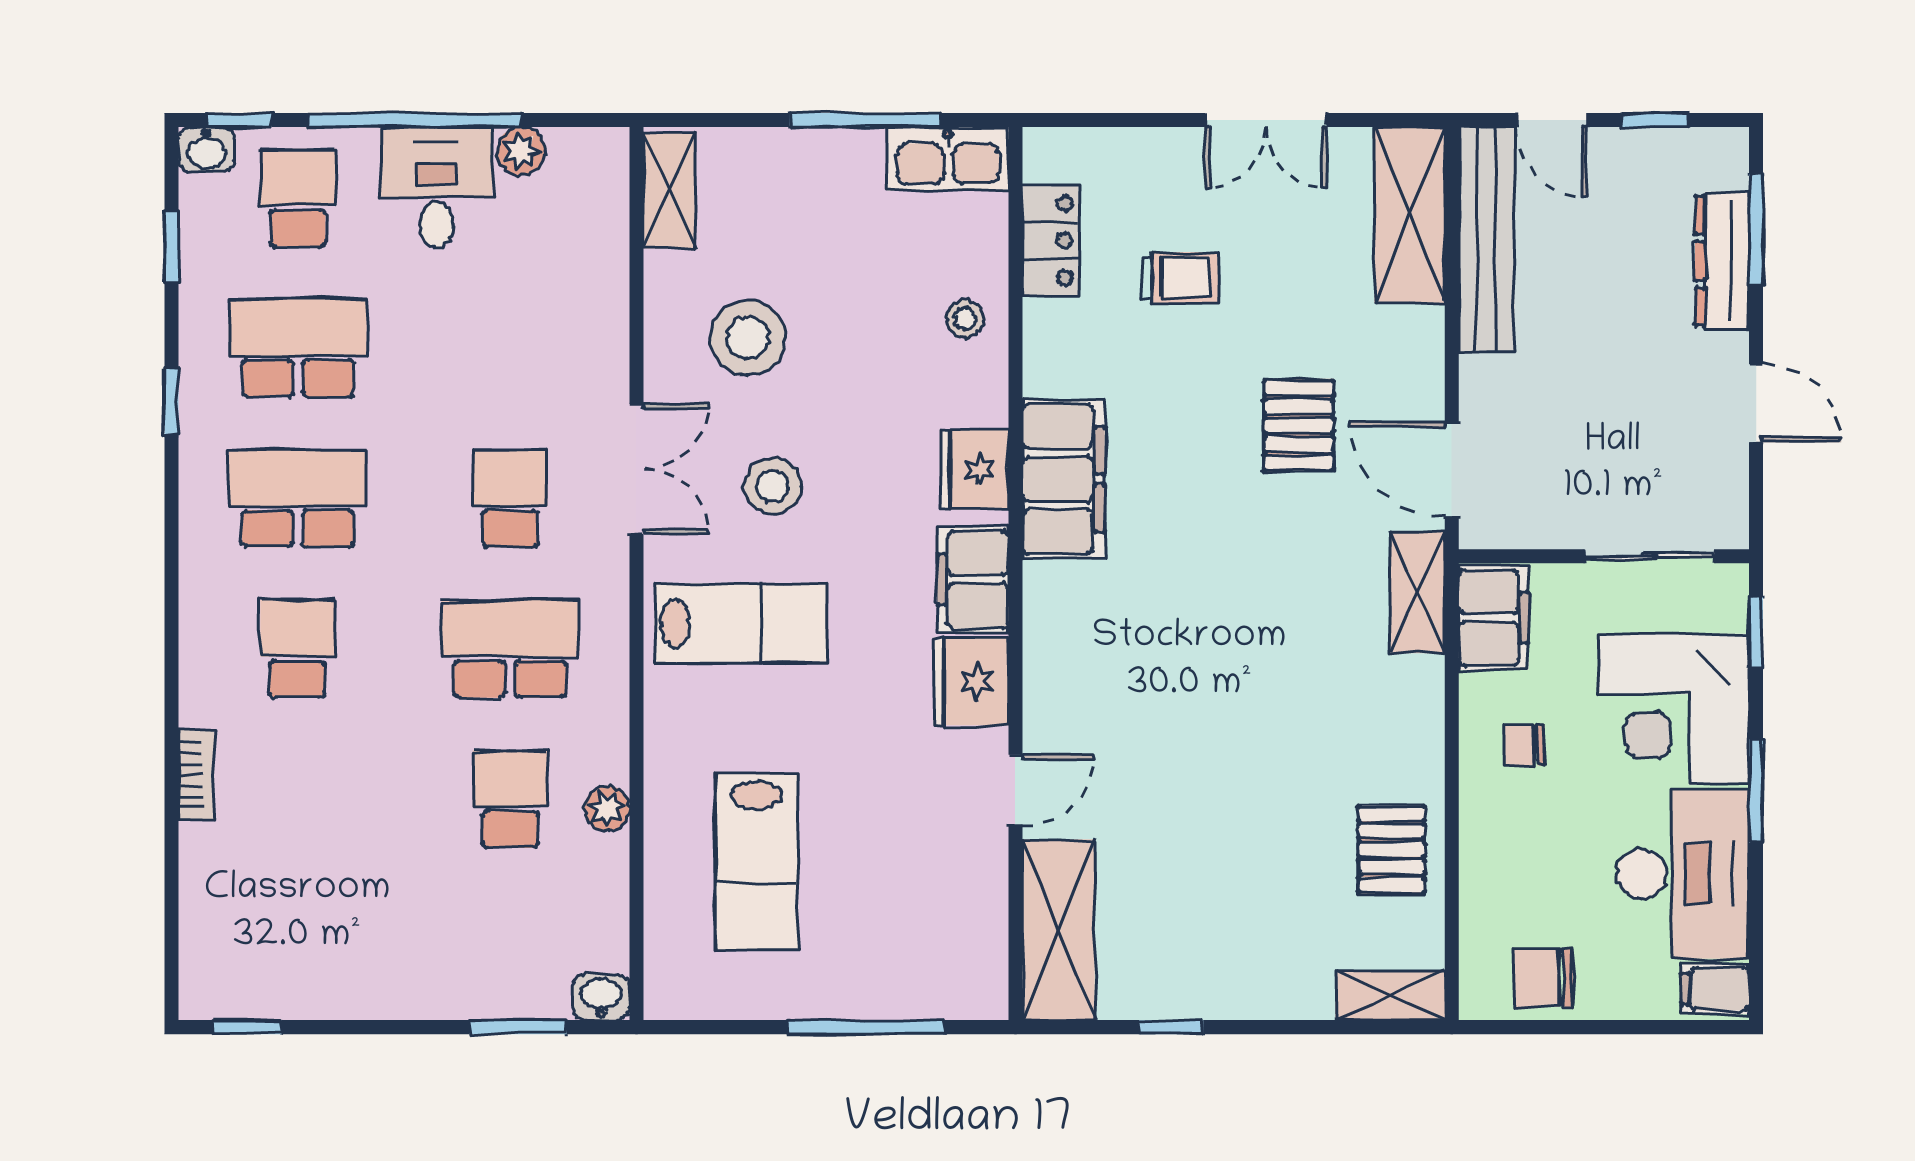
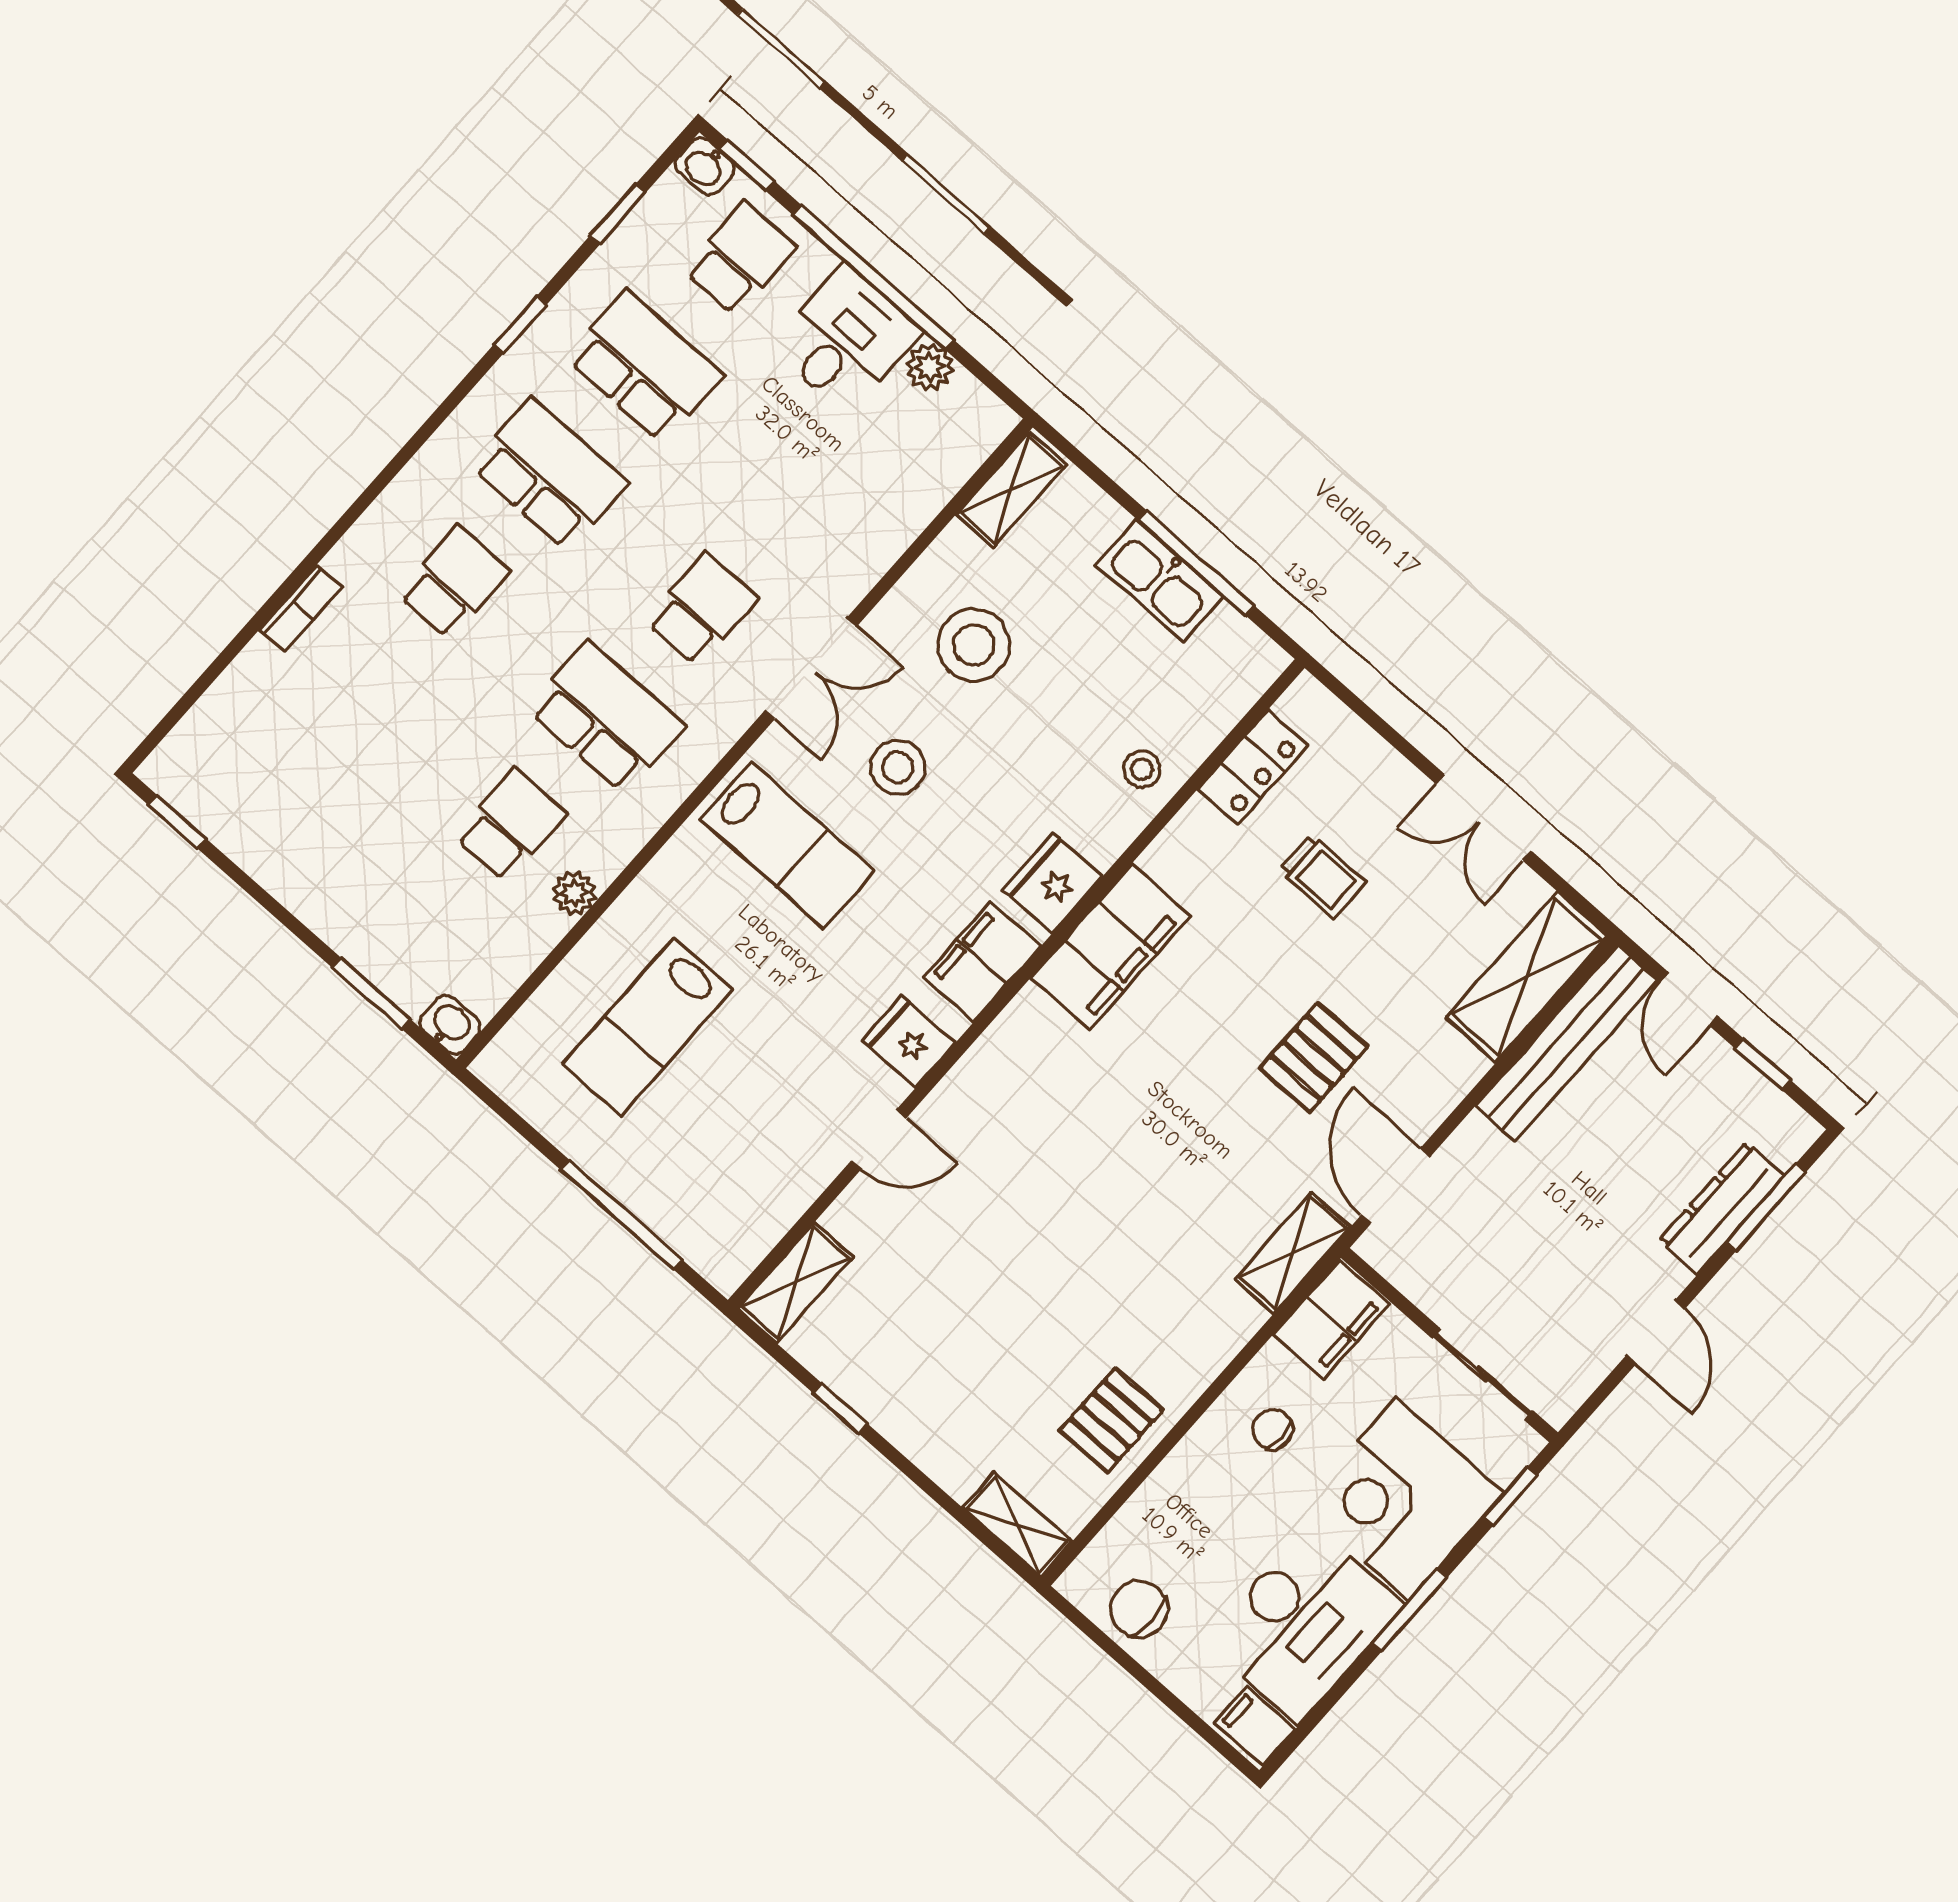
kitchen sink: (948, 159) -> (1160, 581), moved
fridge: (971, 681) -> (908, 1042), width x0.72
shelving: (1058, 930) -> (795, 1283), width x0.67, depth x0.75

